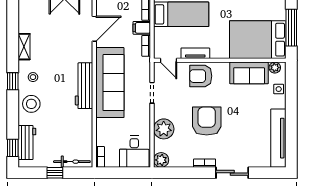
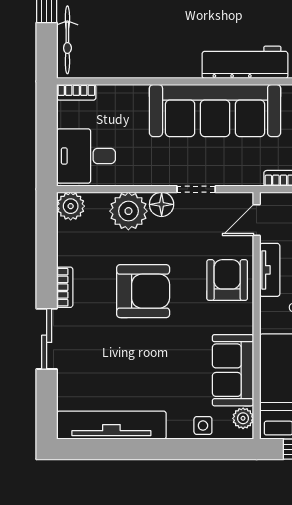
workbench: (84, 86) -> (245, 62), moved
floor lamp: (160, 111) -> (162, 204), added

